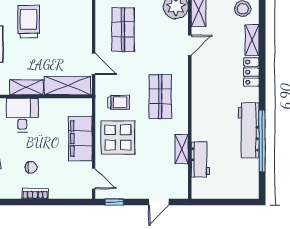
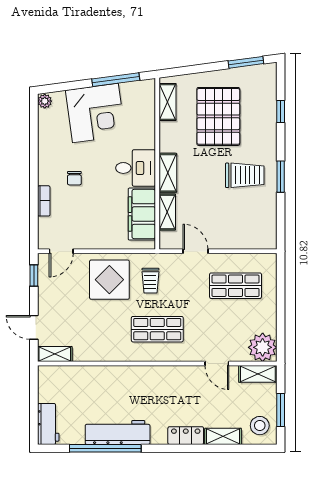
door: (94, 64) -> (195, 251), swing flipped
shelving: (68, 86) -> (167, 212), width x0.67, depth x0.75
filing cabinet: (80, 138) -> (142, 214), moved, turned -90
shelving: (182, 149) -> (55, 354), moved
workbench: (200, 160) -> (48, 424), moved, turned -90
bookcase: (35, 194) -> (44, 201), moved

